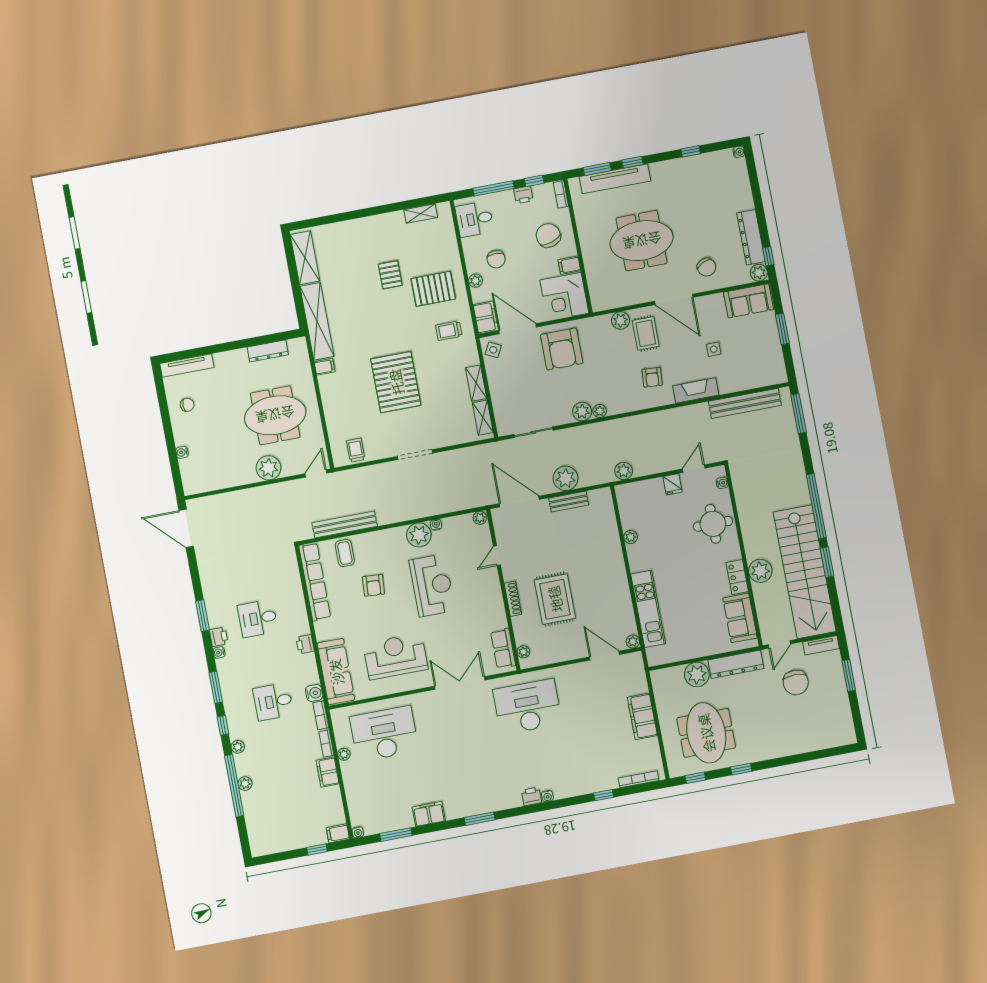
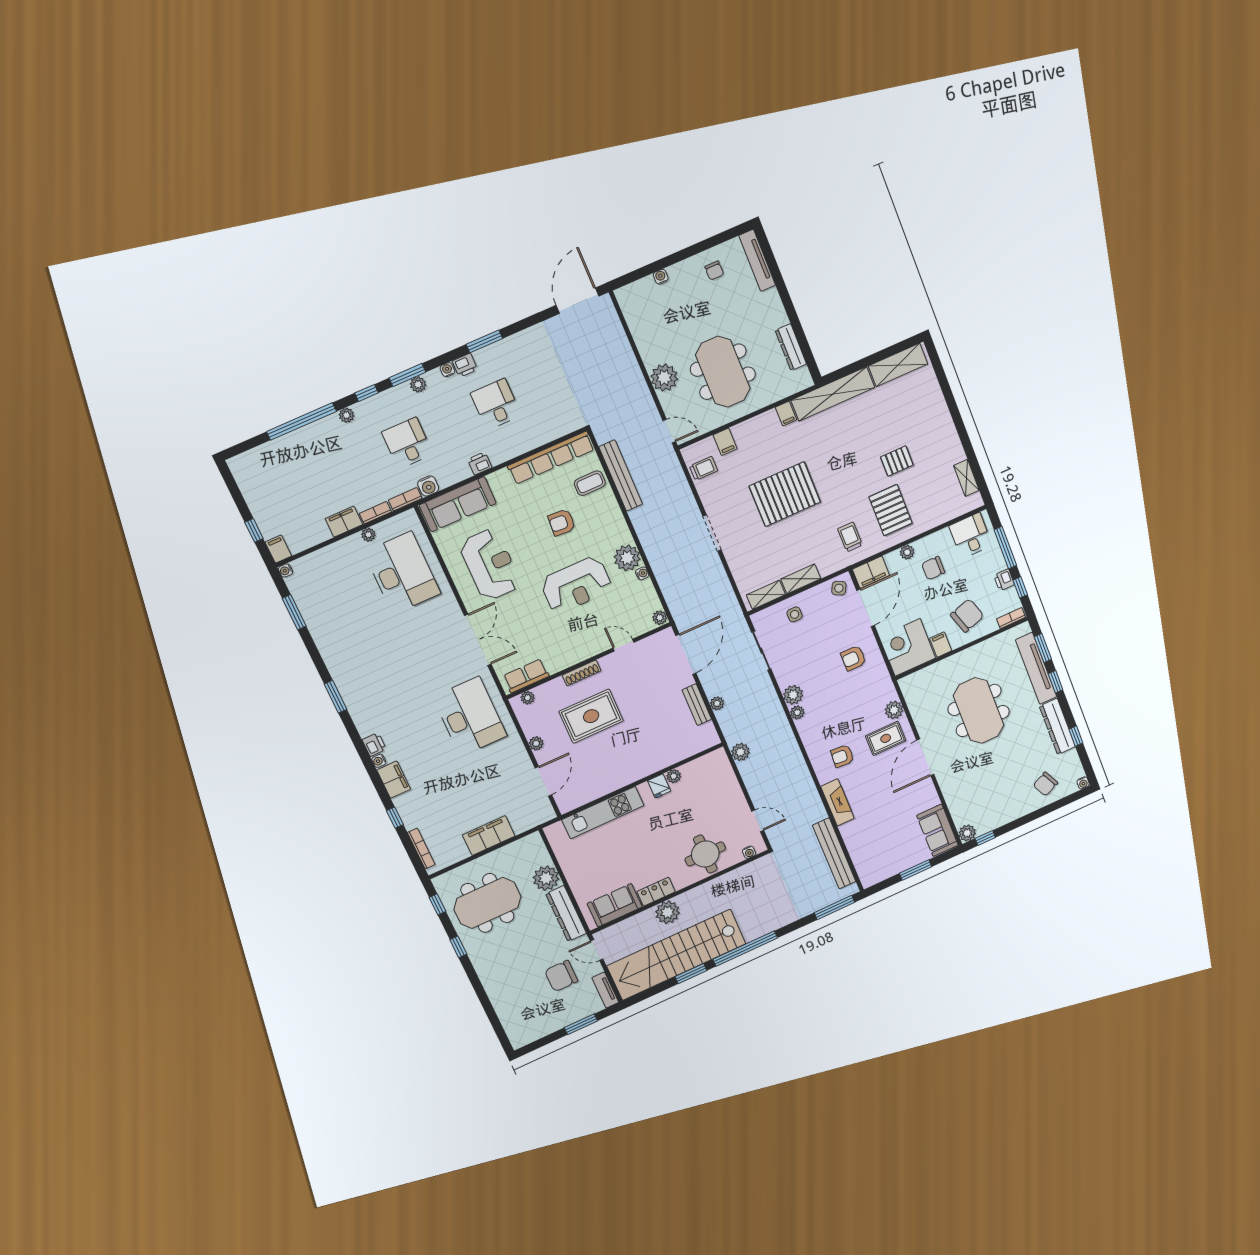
dresser: (751, 237) -> (1057, 727), moved, turned -90
chair: (707, 267) -> (1045, 784), moved
armchair: (562, 349) -> (853, 658), width x0.53, depth x0.53
side table: (714, 349) -> (795, 614), moved
filing cabinet: (337, 426) -> (725, 442), added
plant: (565, 478) -> (717, 703), width x0.53, depth x0.53
fridge: (673, 484) -> (659, 786), moved, turned -90
plant: (633, 642) -> (536, 743), moved
plant: (245, 784) -> (418, 384), moved
filing cabinet: (429, 814) -> (394, 780), moved

